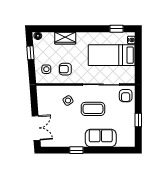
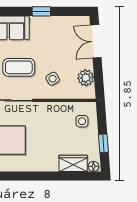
wardrobe: (65, 38) -> (73, 163), moved
armchair: (65, 69) -> (56, 121), removed
plant: (44, 101) -> (86, 78), added

